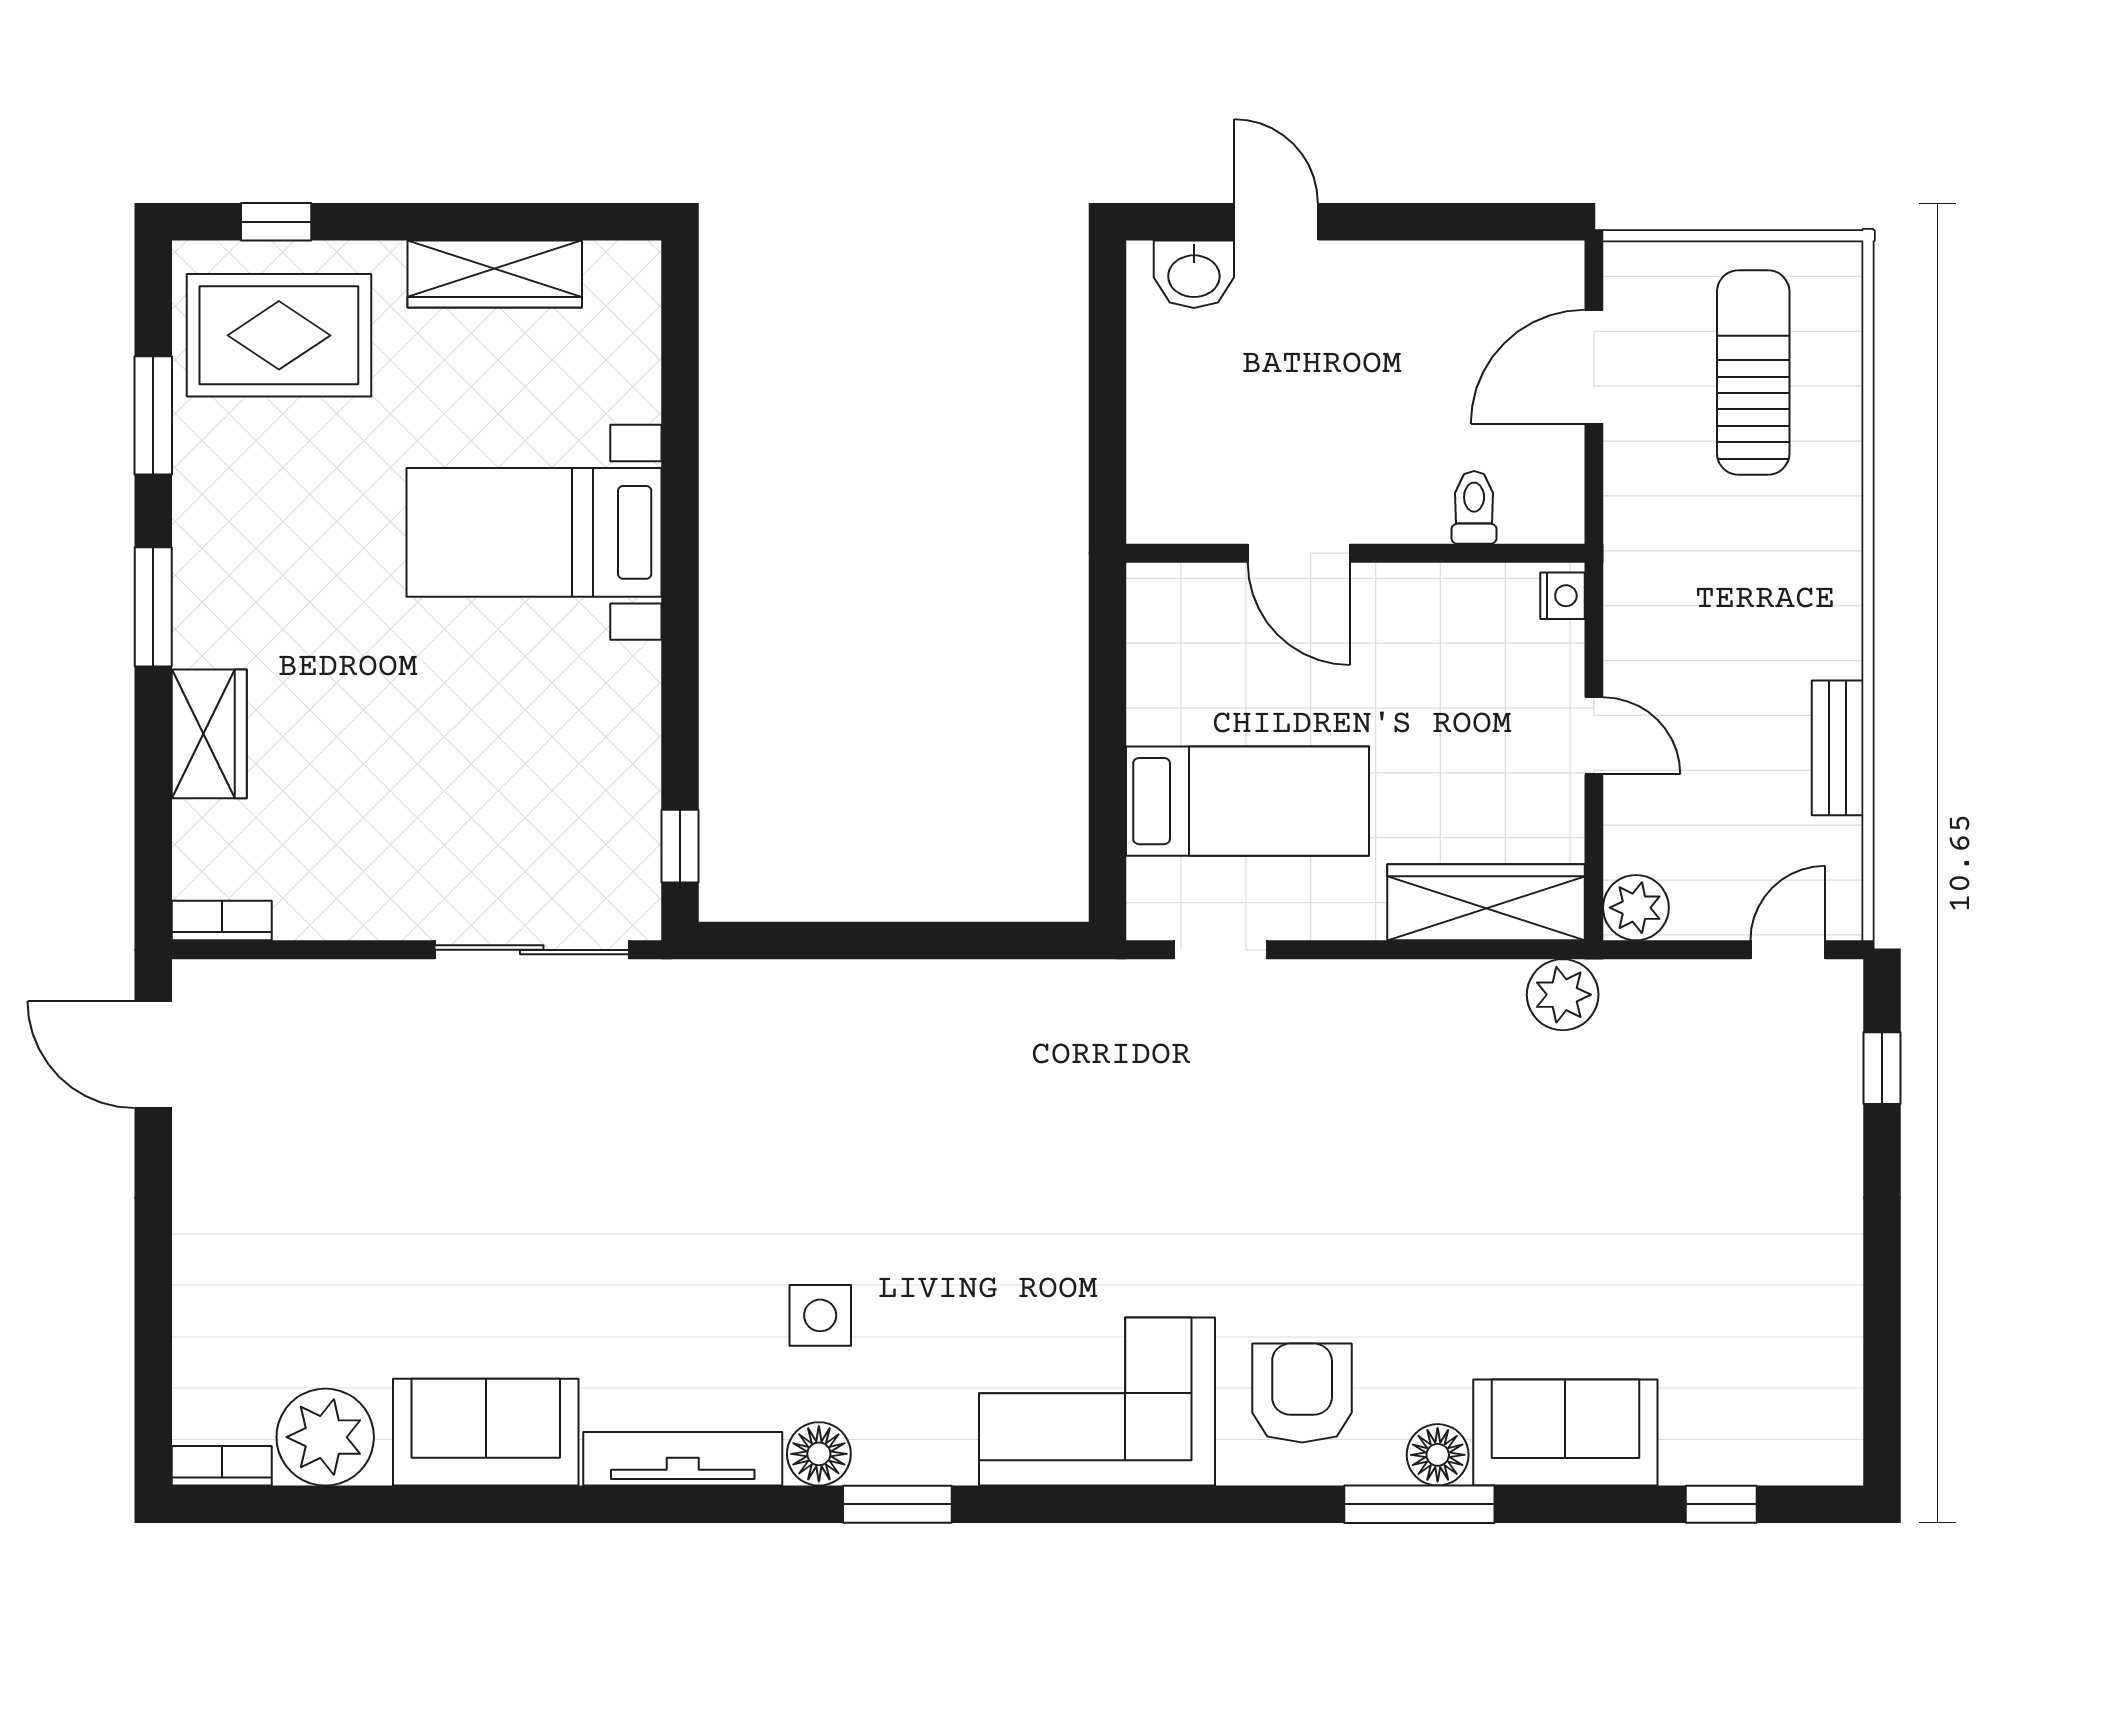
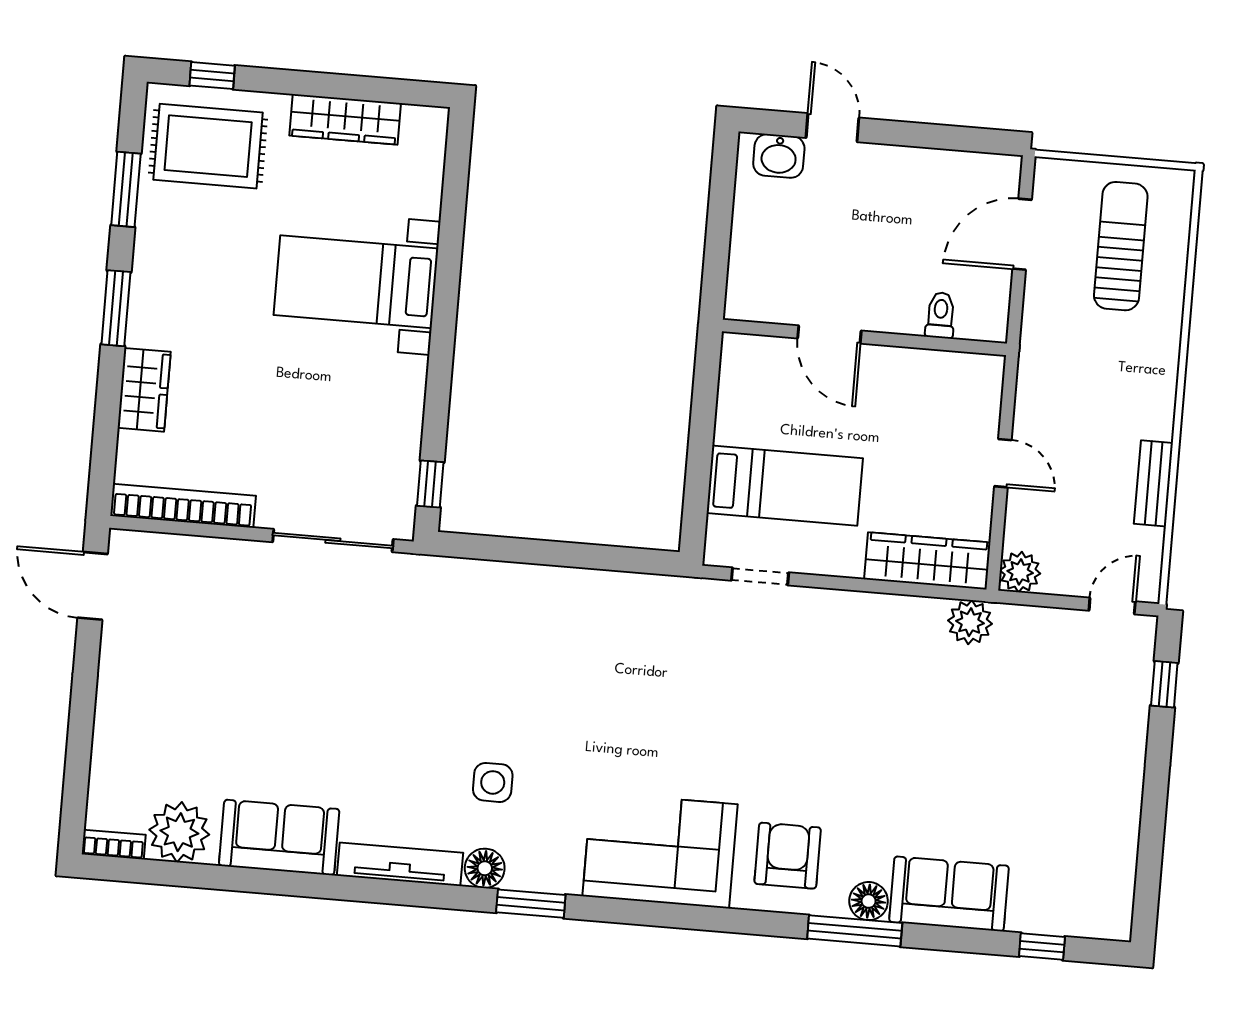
nightstand: (1562, 596) -> (991, 375), removed
bookcase: (222, 921) -> (183, 506), width x2.31, depth x1.31

